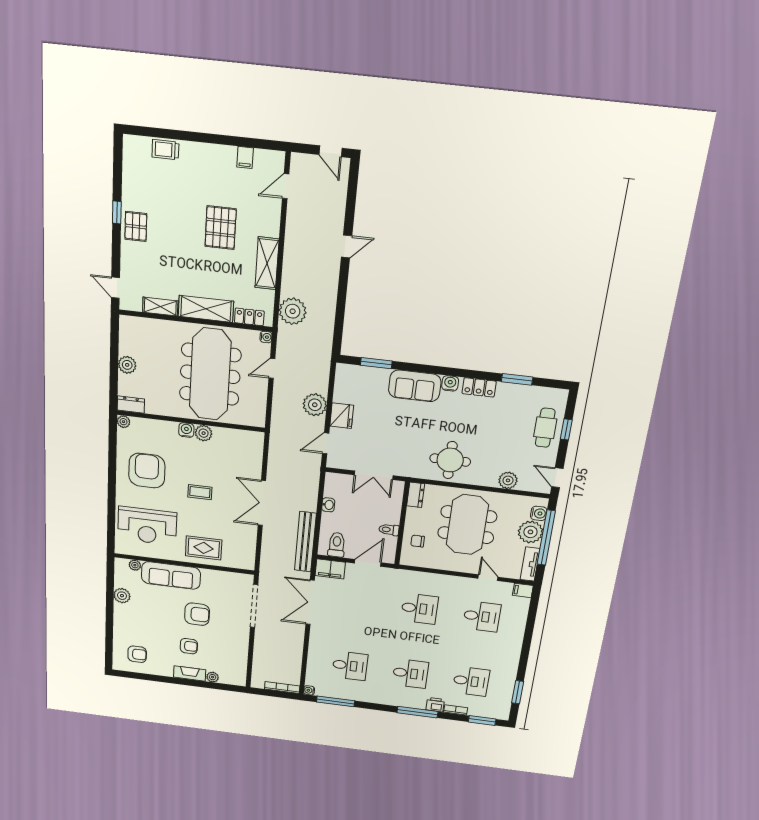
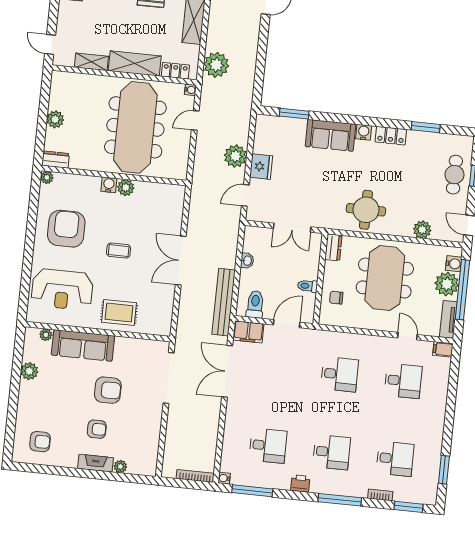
printer: (435, 705) -> (300, 484), moved

